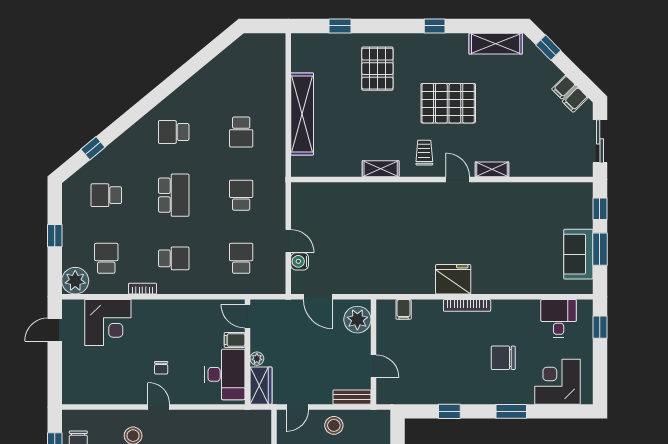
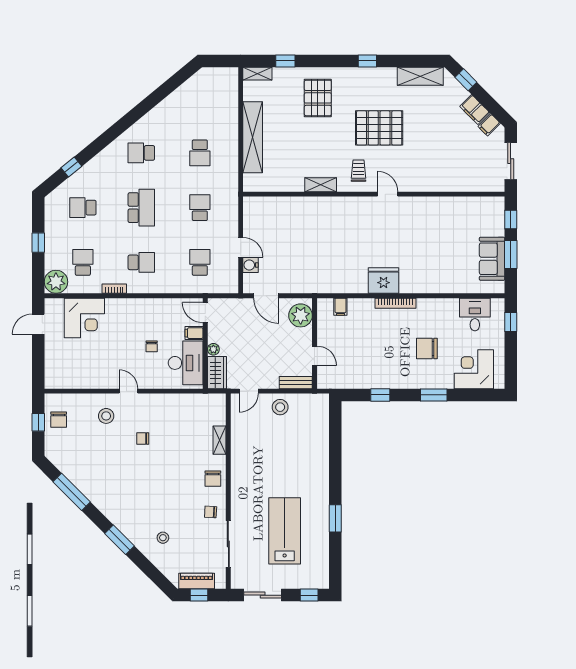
filing cabinet: (564, 87) -> (475, 109), width x2.00
shelving: (492, 169) -> (257, 74), moved
chair: (161, 368) -> (152, 346), moved

